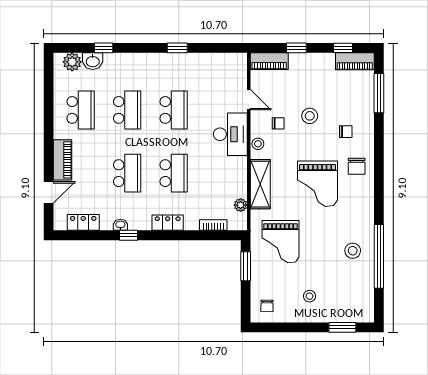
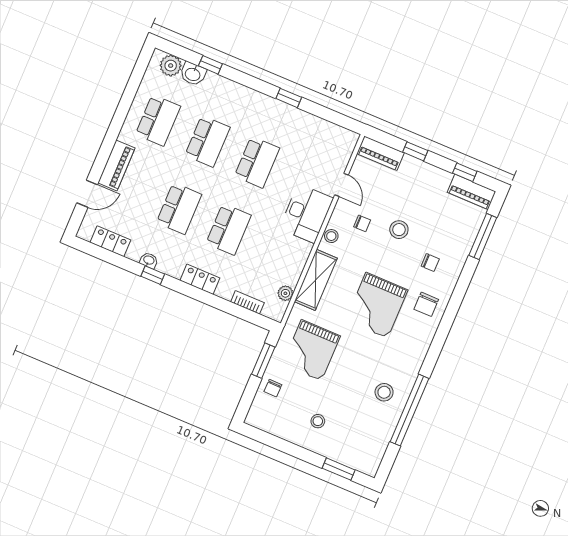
chair: (267, 306) -> (273, 388), moved

